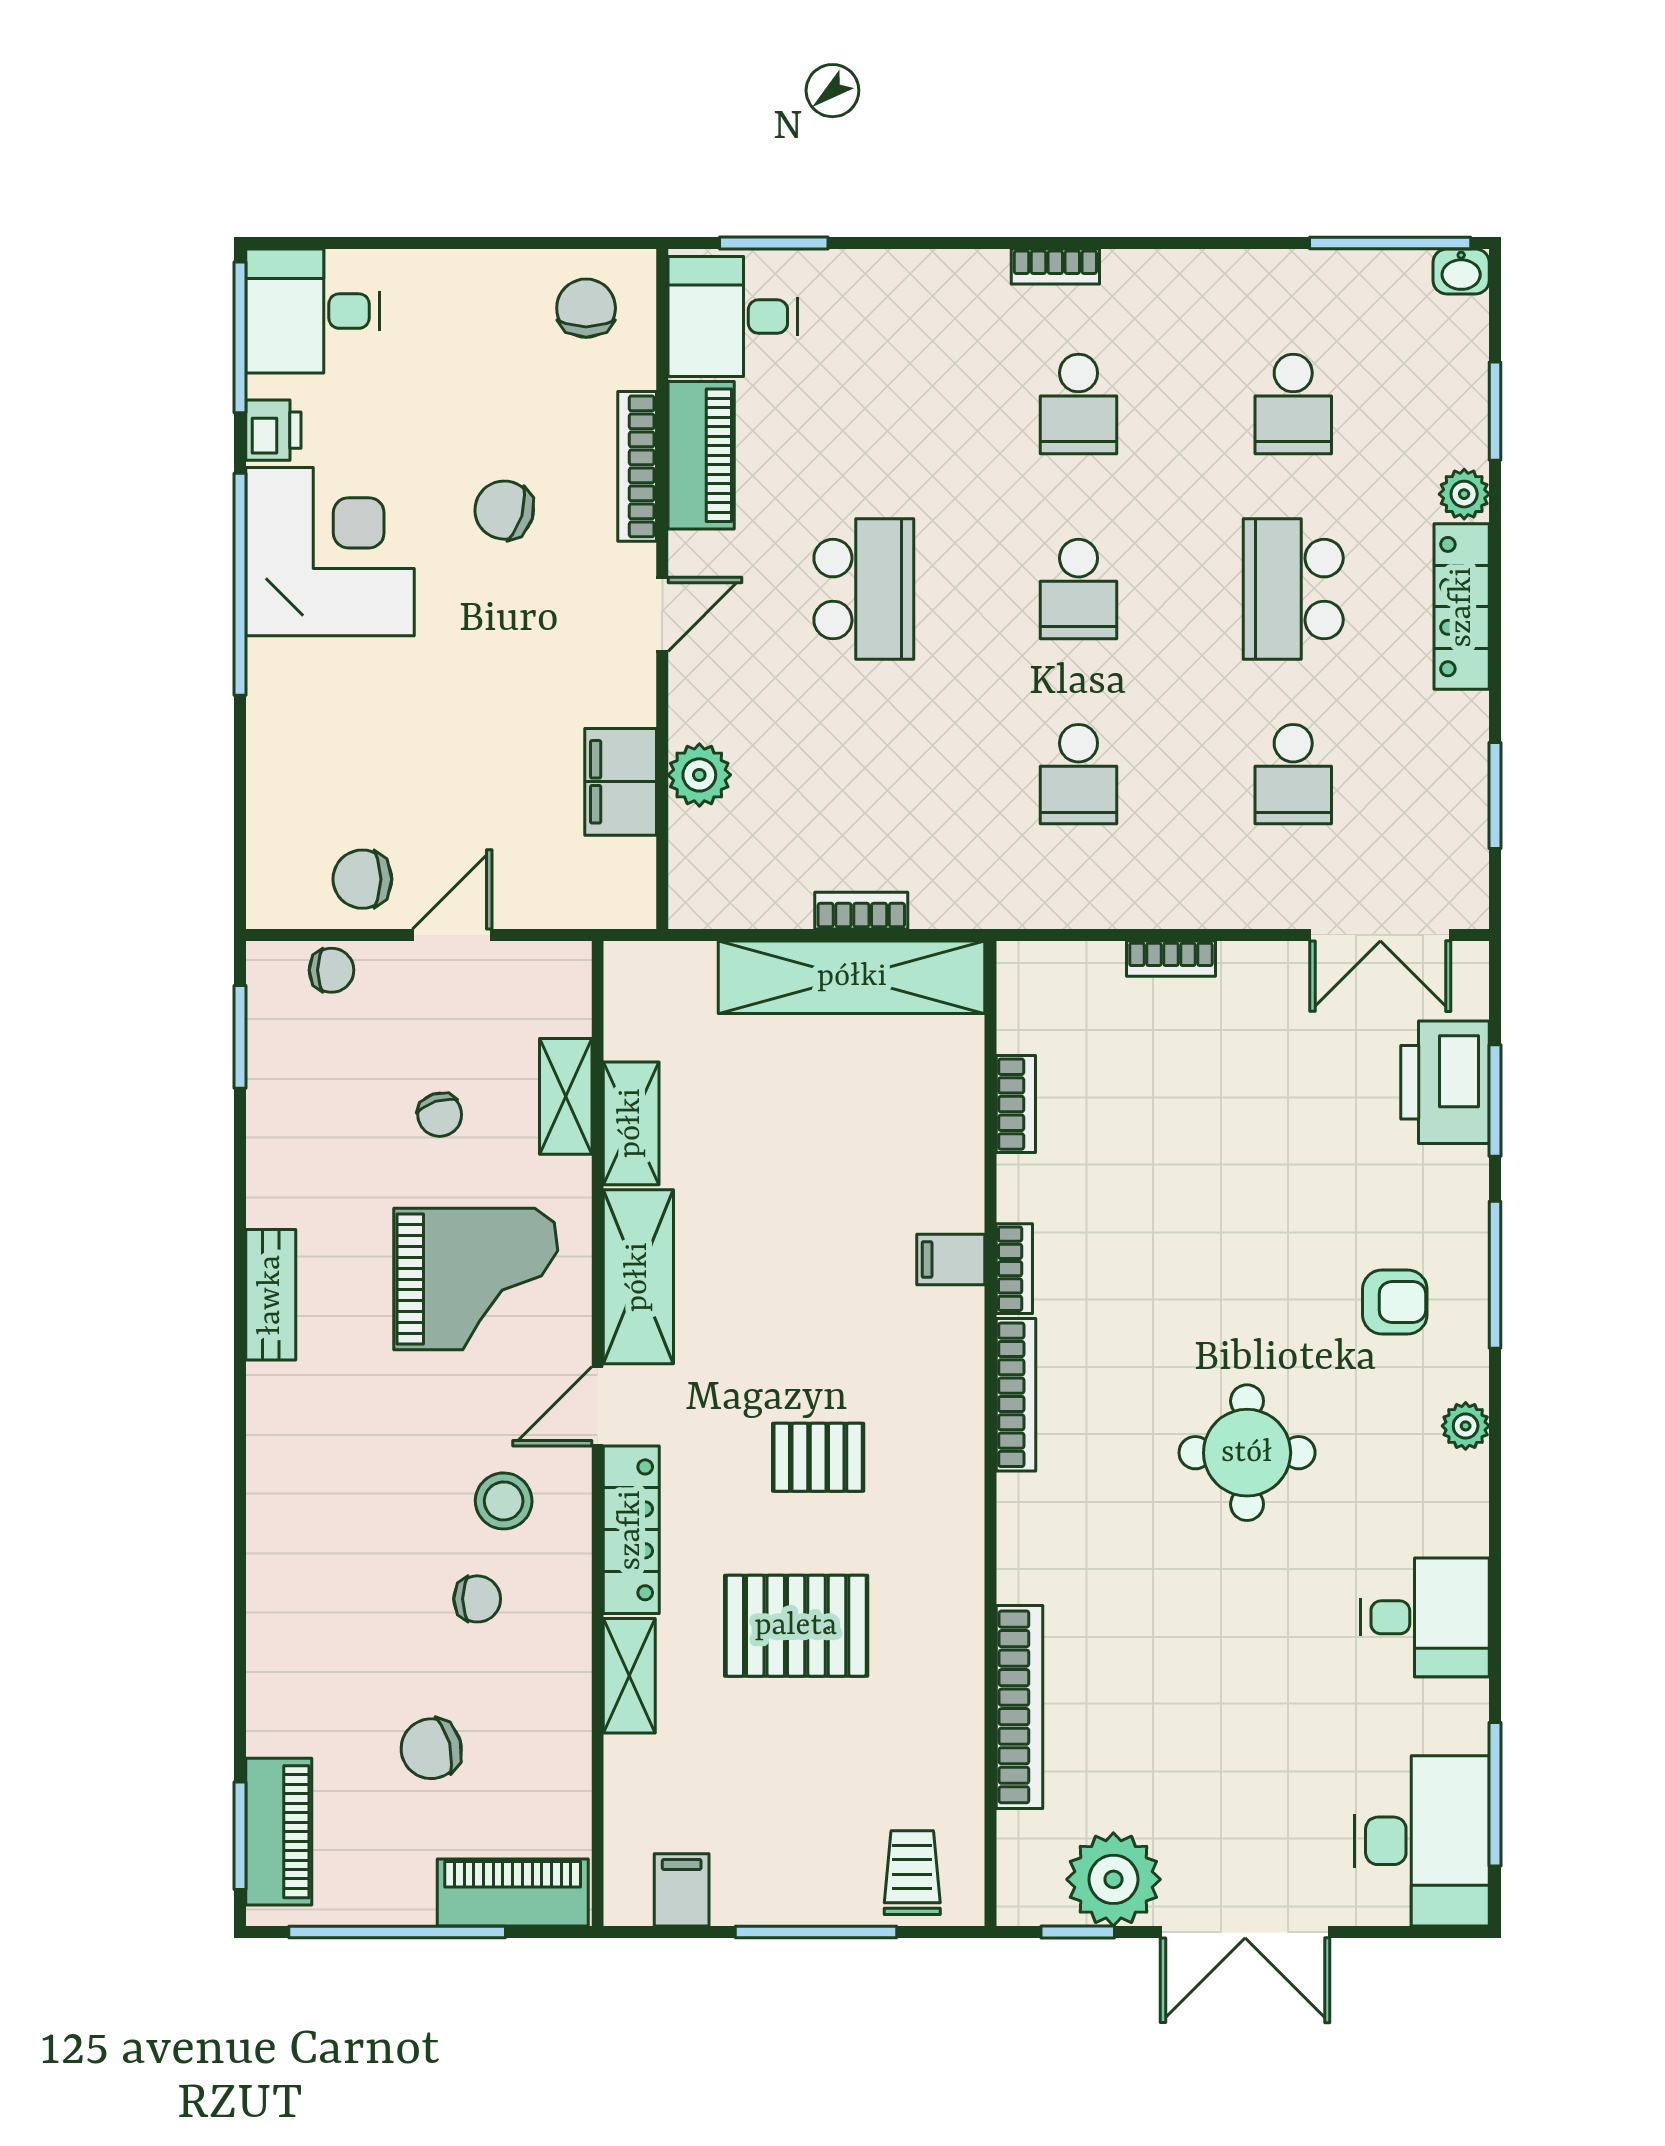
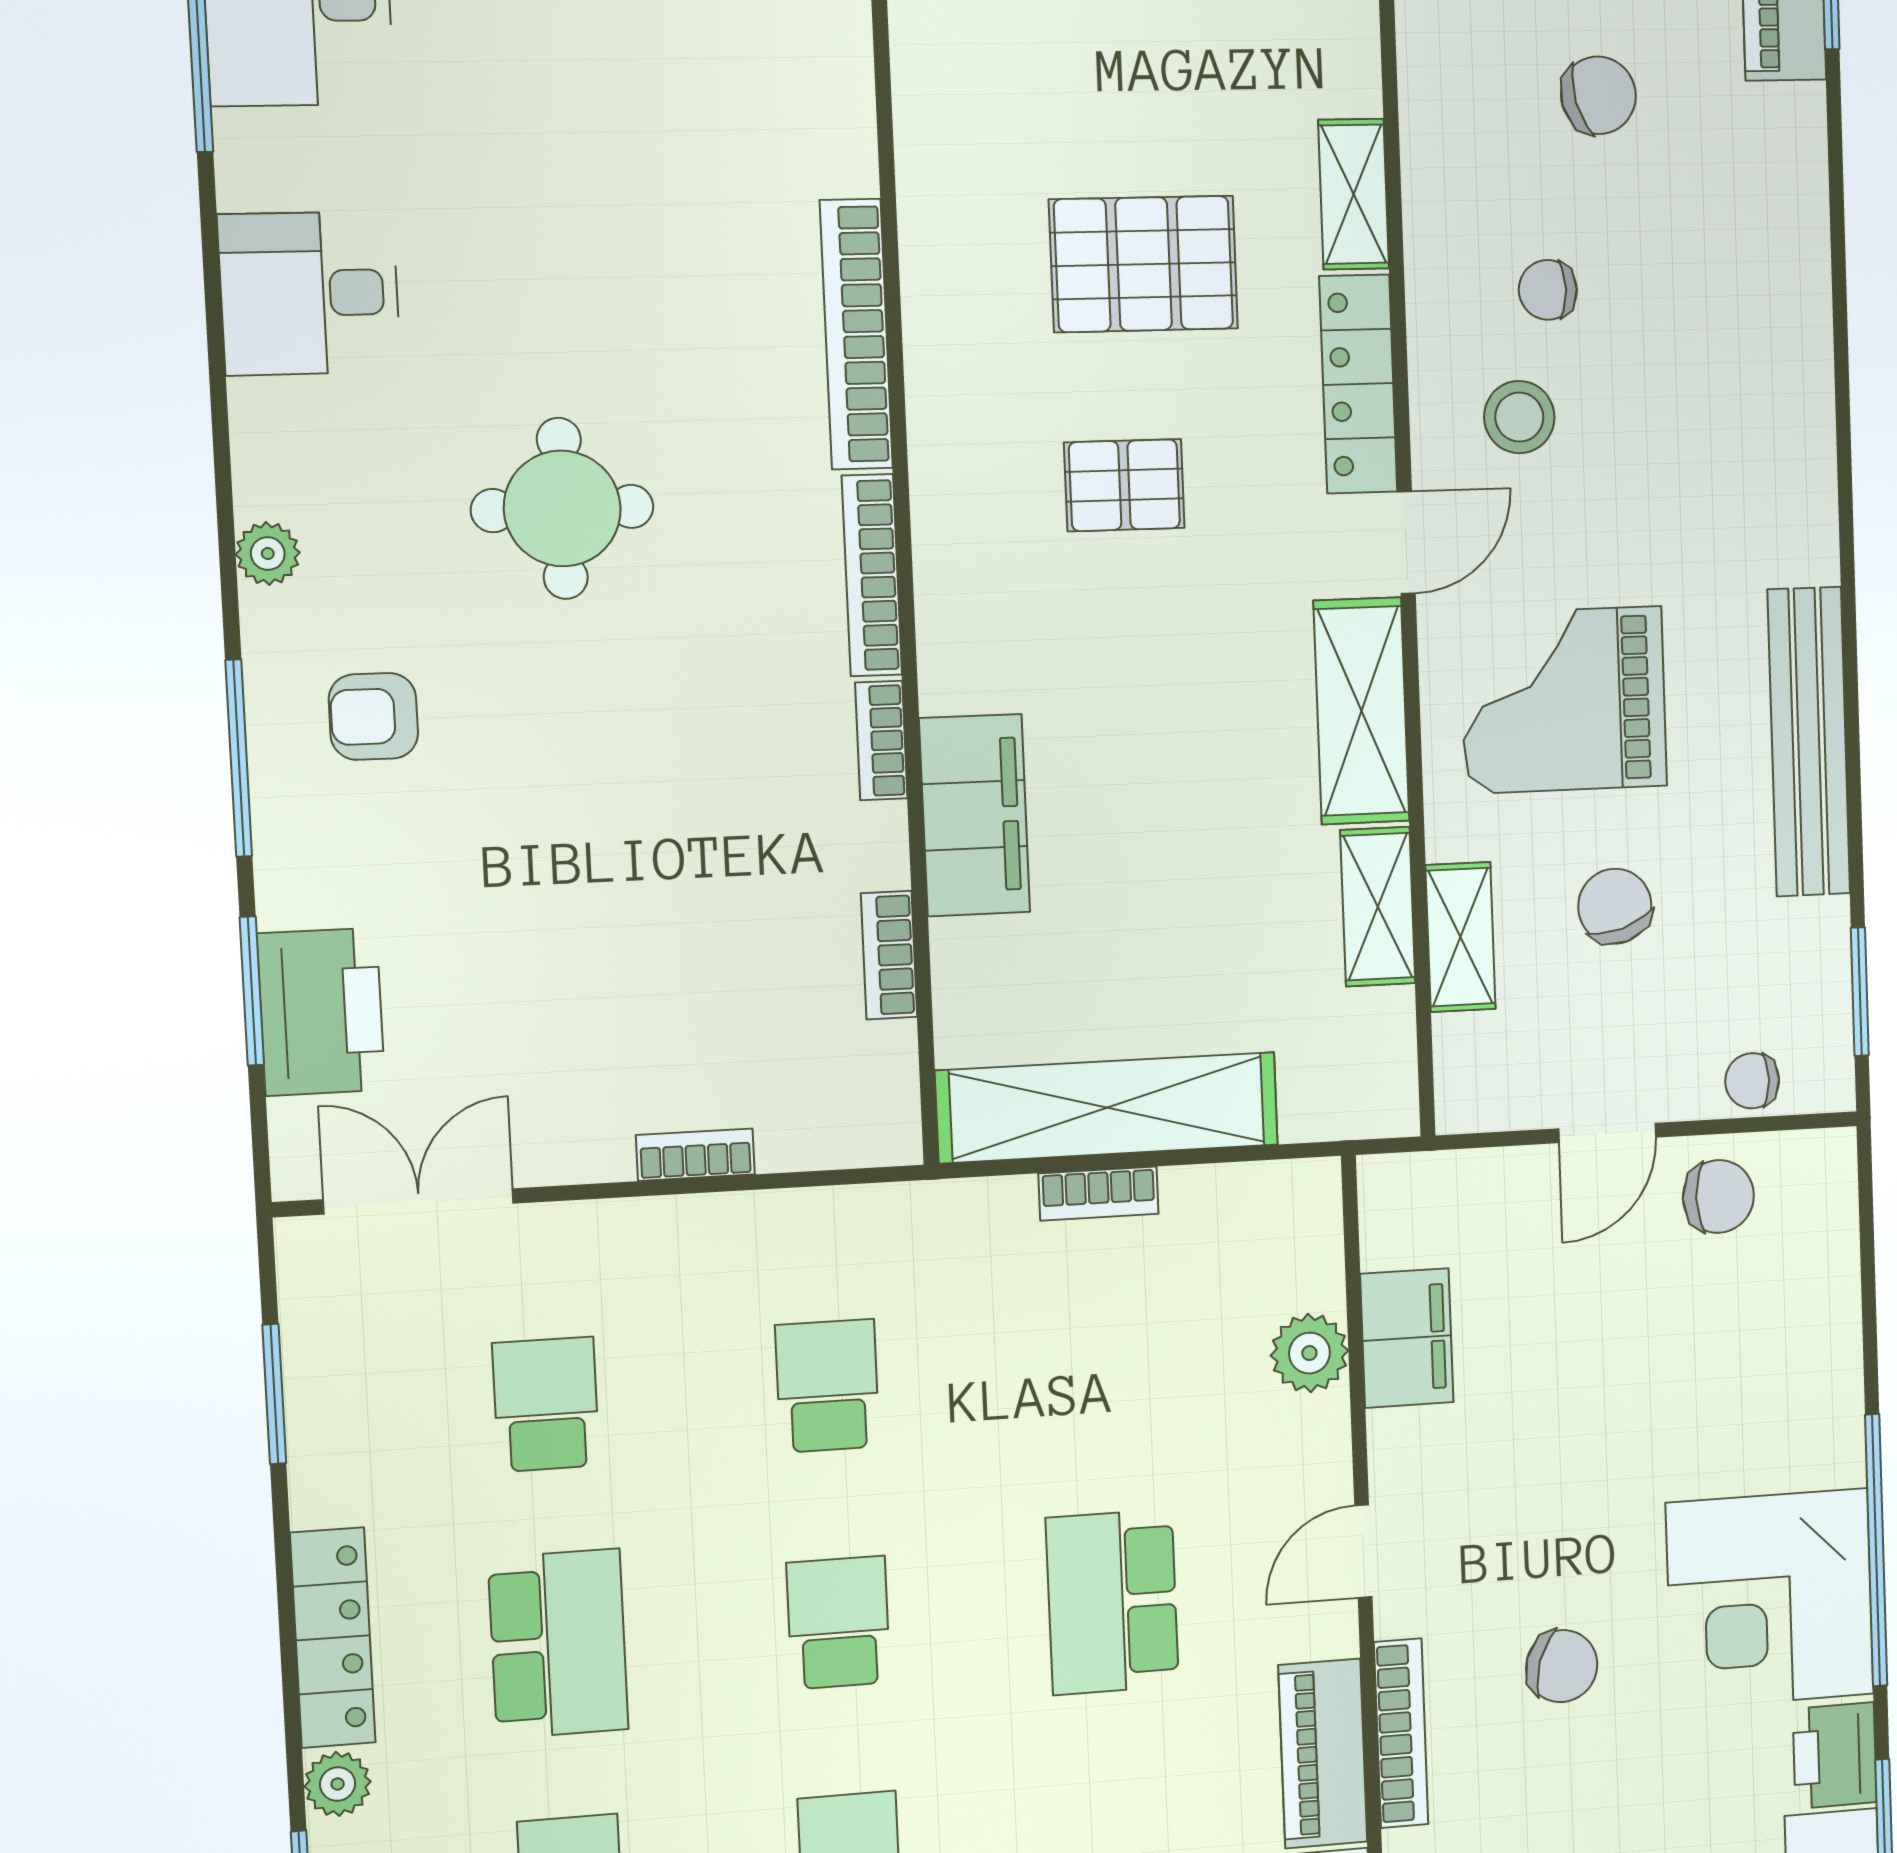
printer: (273, 430) -> (1835, 1756), width x1.36, depth x1.24
chair: (440, 1115) -> (1615, 906), width x1.37, depth x1.37
filing cabinet: (951, 1259) -> (975, 815), width x3.00, depth x1.17
bench: (271, 1295) -> (1809, 742), width x1.86, depth x1.21
bookcase: (1020, 1707) -> (856, 334), moved

